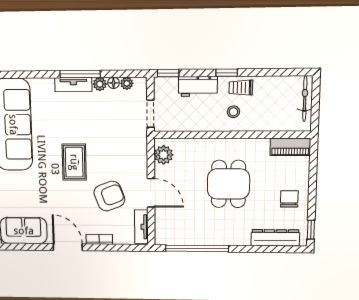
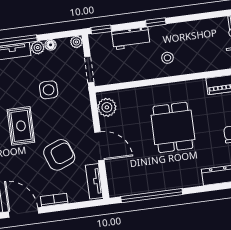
plant: (127, 83) -> (76, 42), moved
trolley: (241, 88) -> (171, 34), removed
side table: (106, 129) -> (49, 90), added

